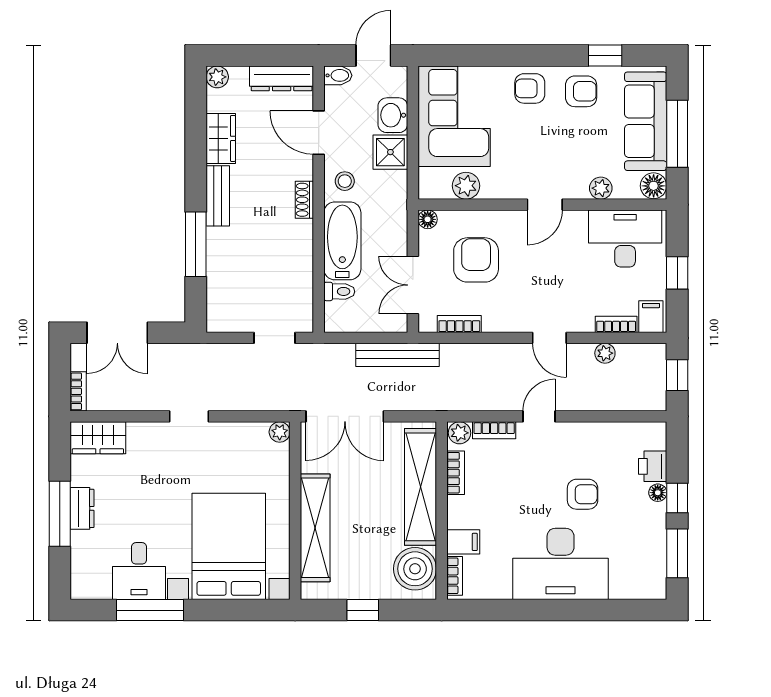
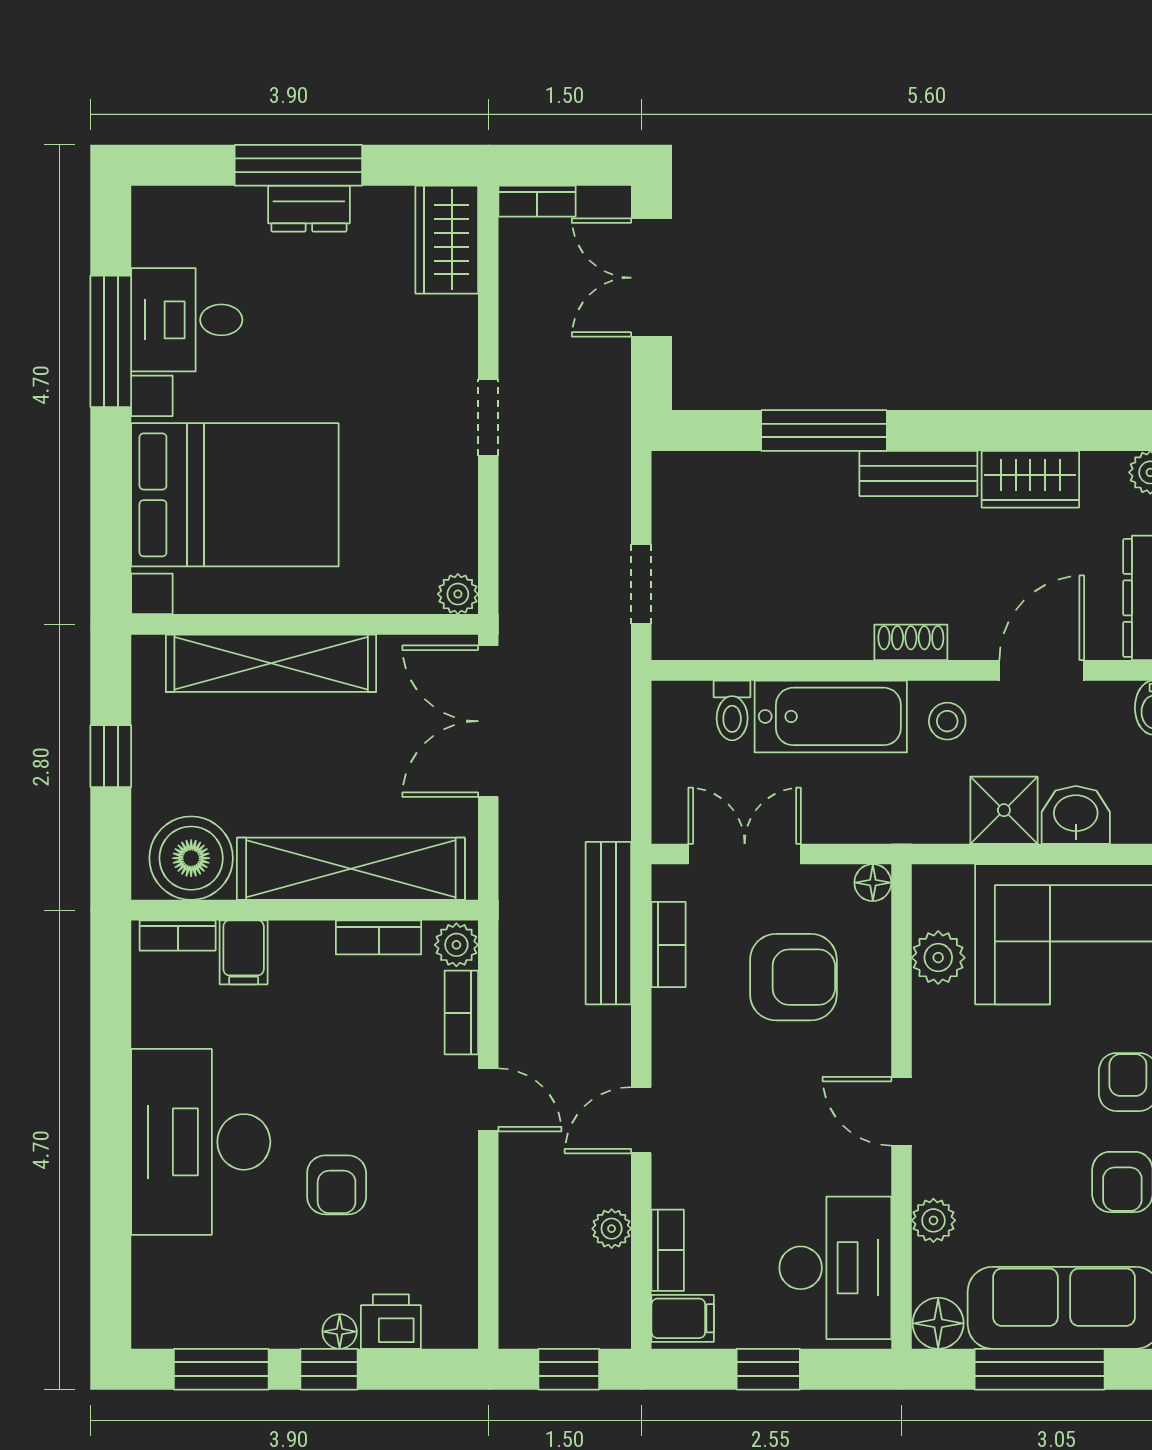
bench: (398, 355) -> (608, 923), moved

